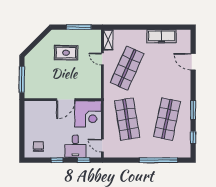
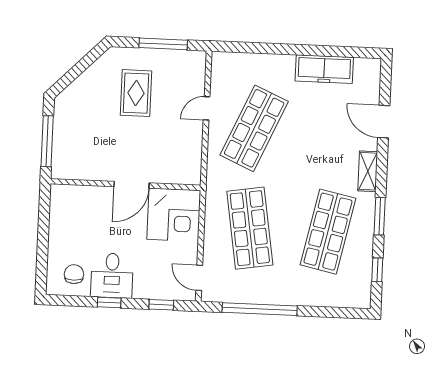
shelving: (108, 40) -> (368, 171), moved
rug: (66, 53) -> (136, 93), turned 90
door: (102, 59) -> (207, 108), hinge flipped
desk: (75, 146) -> (112, 275), moved
window: (158, 160) -> (260, 309), moved

